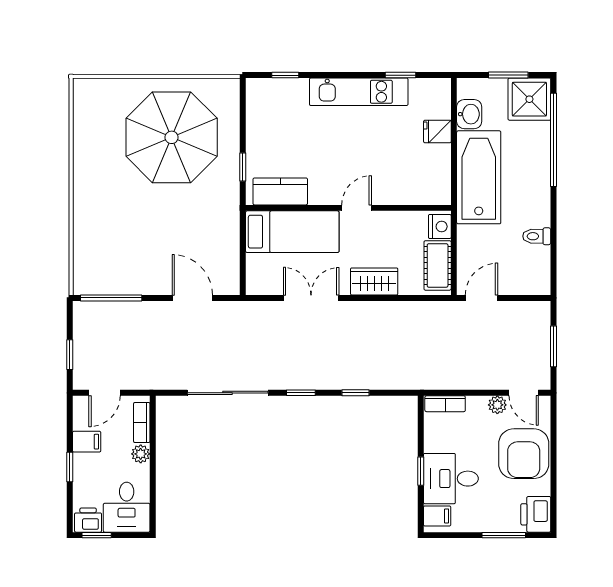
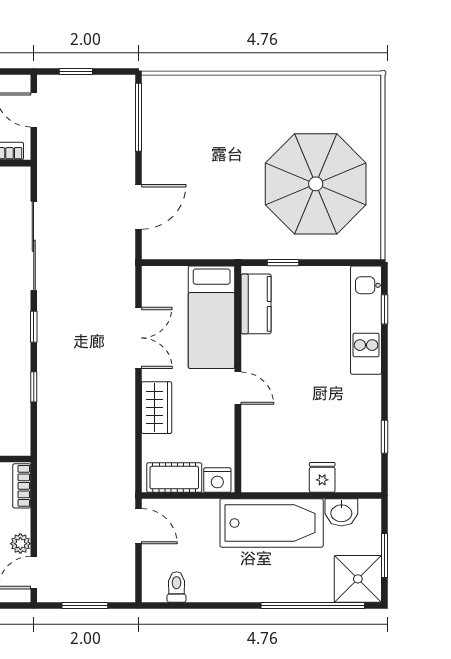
kitchen unit: (359, 92) -> (366, 320), moved
toilet: (537, 236) -> (177, 587), moved

